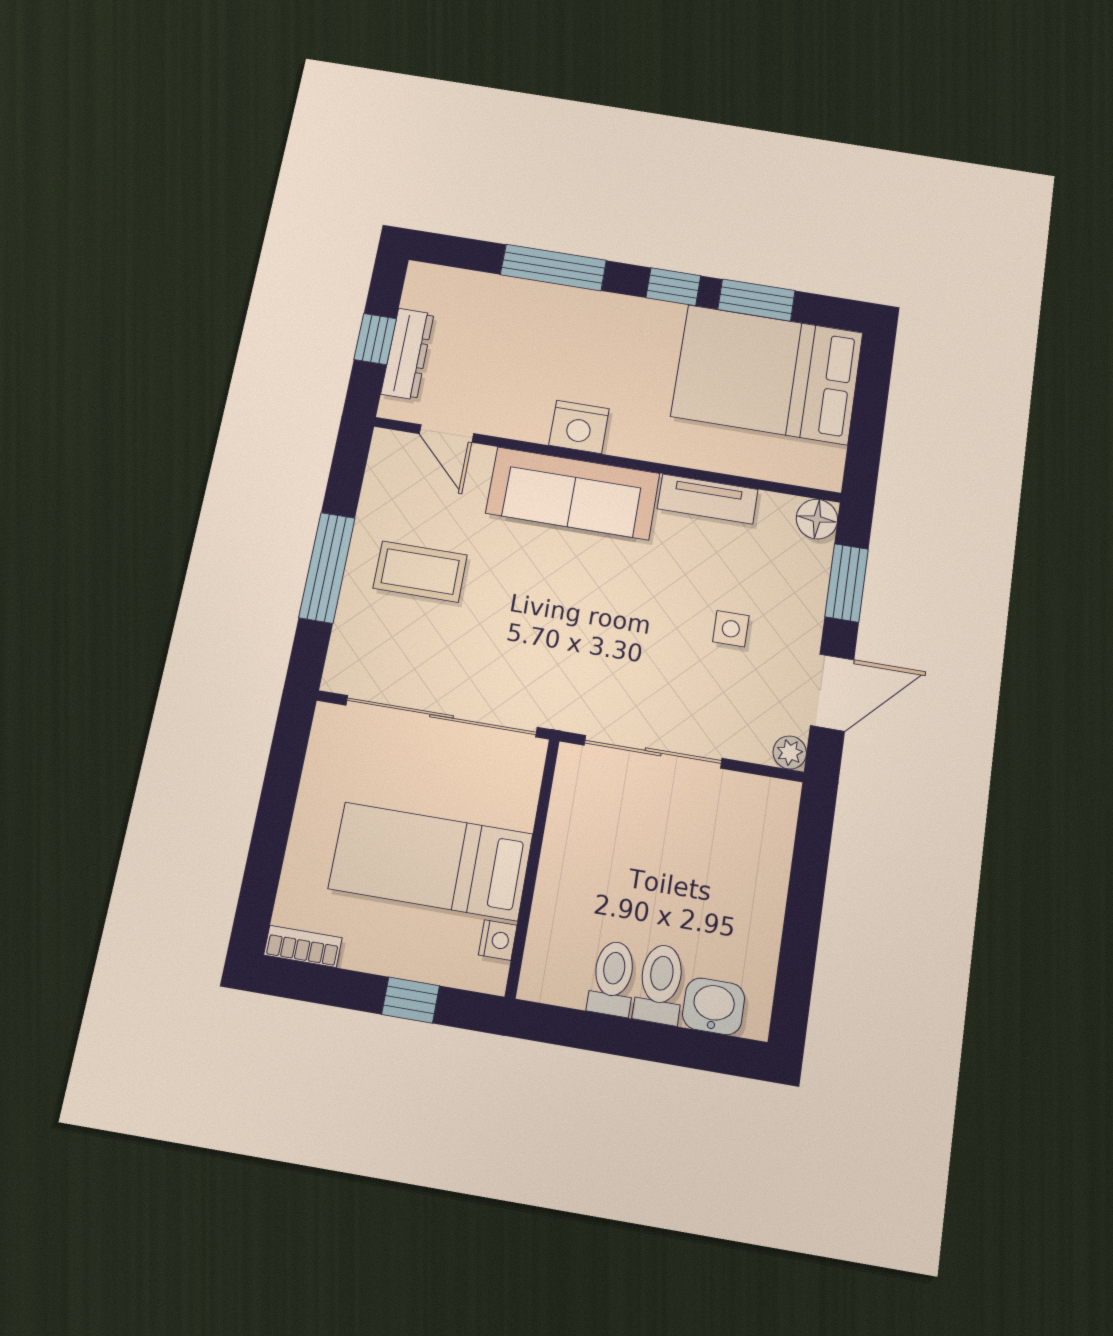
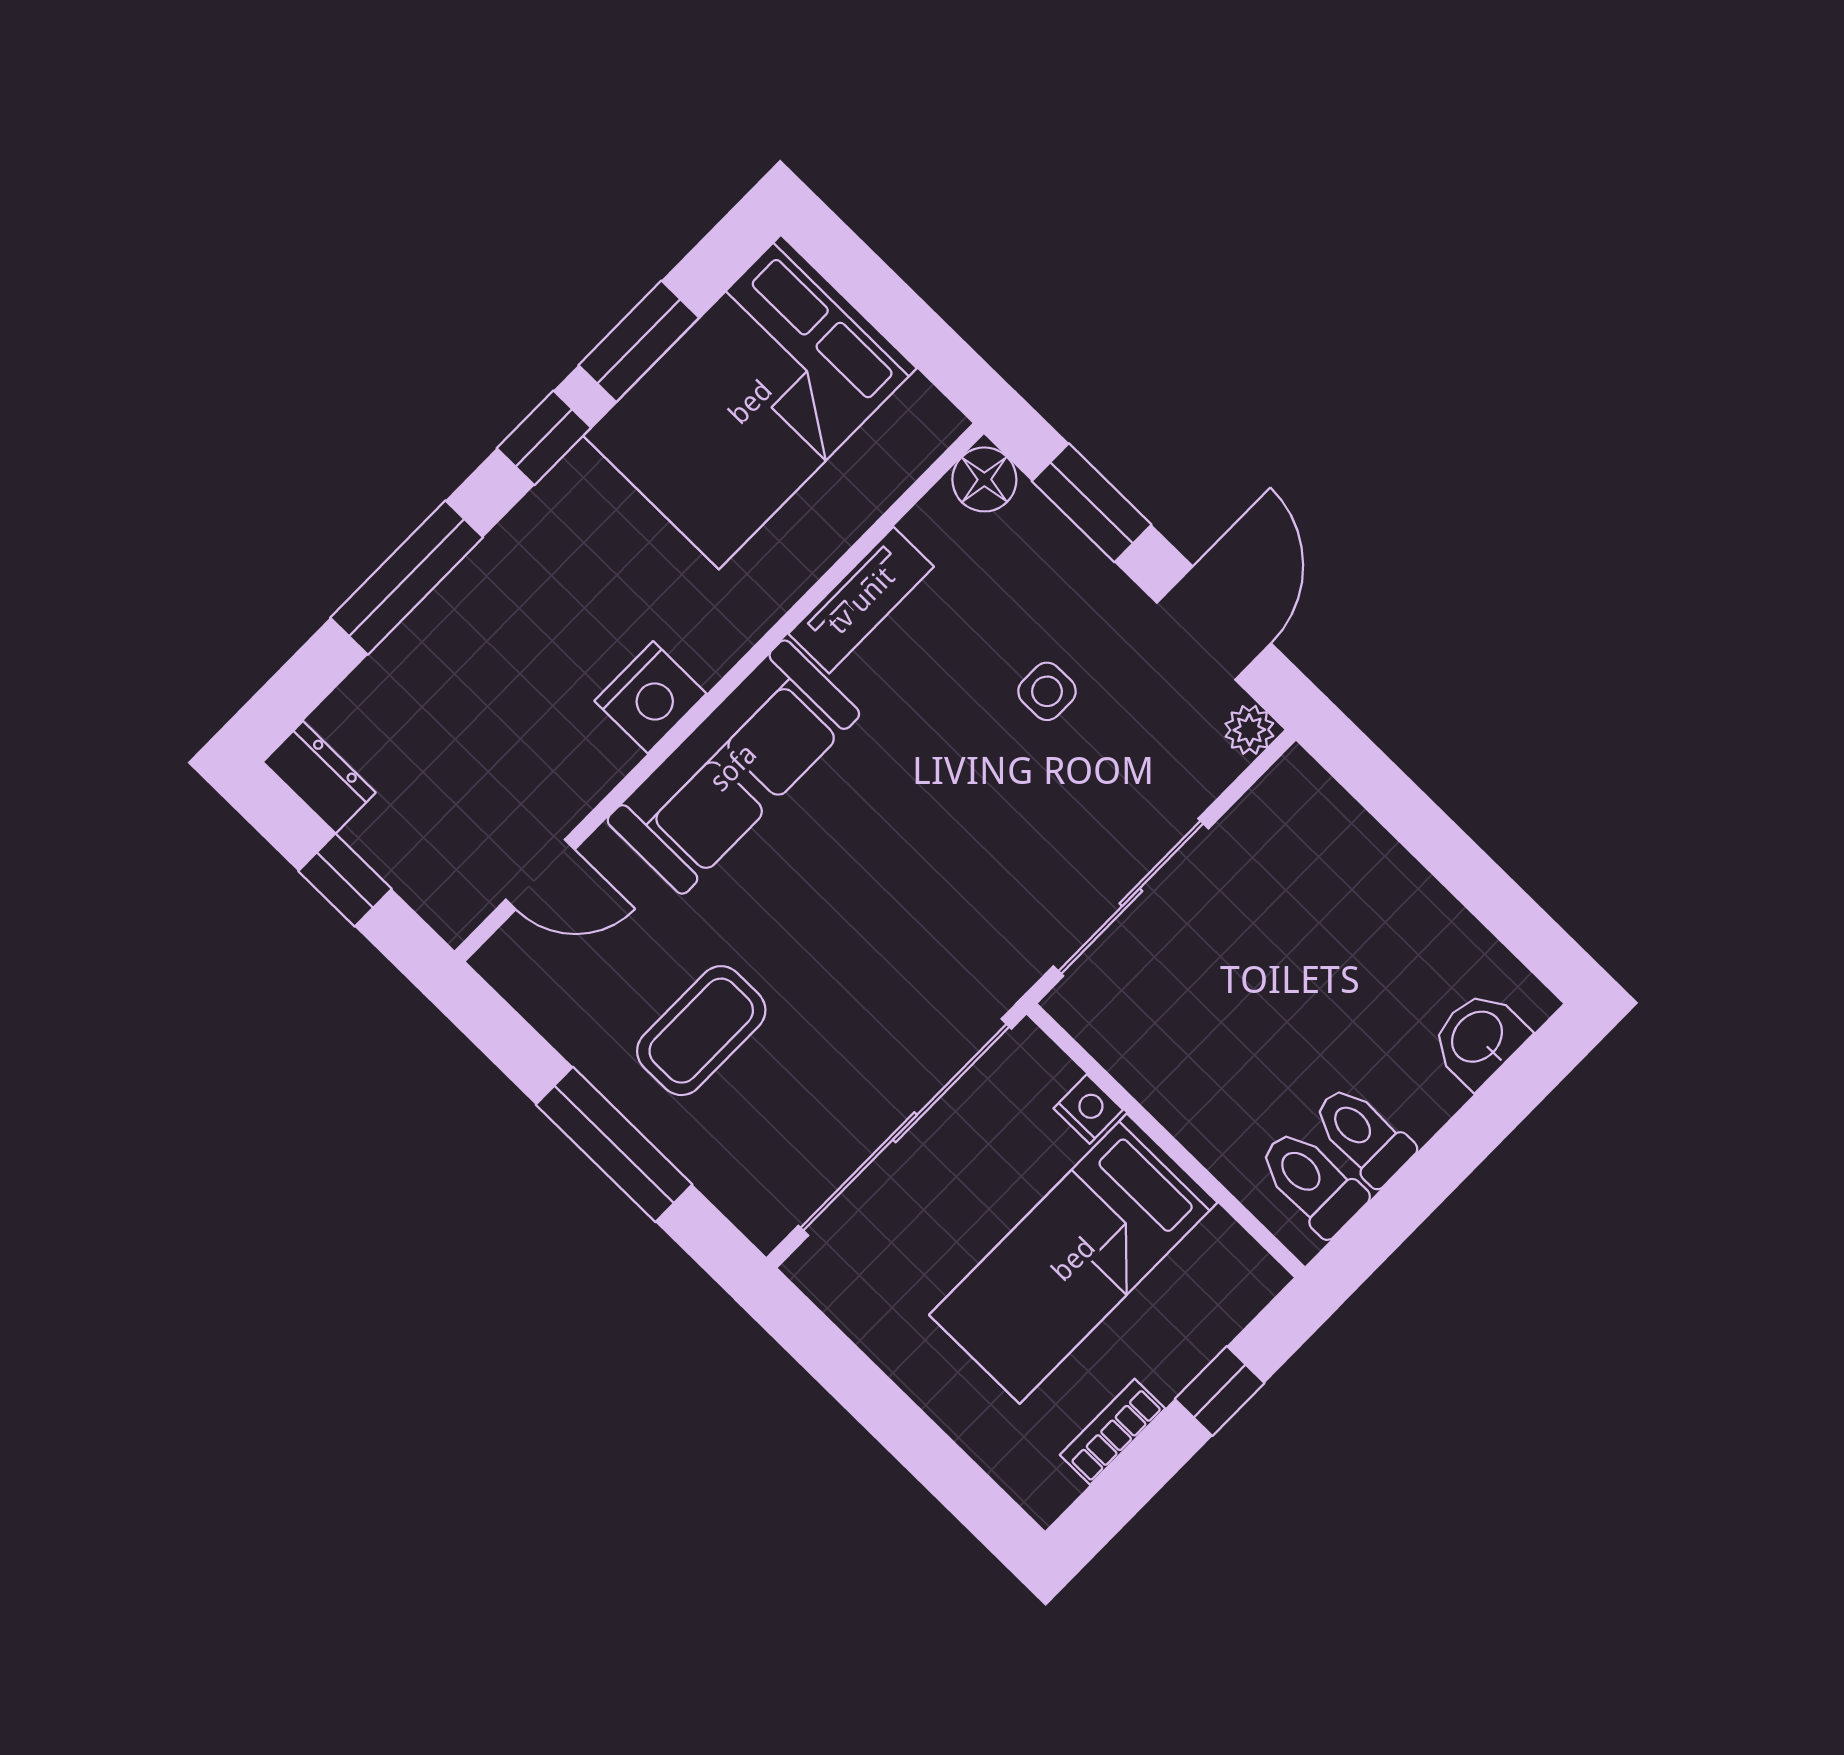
dresser: (407, 354) -> (319, 777), moved, width x0.70
nightstand: (498, 940) -> (1088, 1109), moved
bookcase: (303, 946) -> (1112, 1432), moved
toilet: (660, 984) -> (1312, 1182), moved

